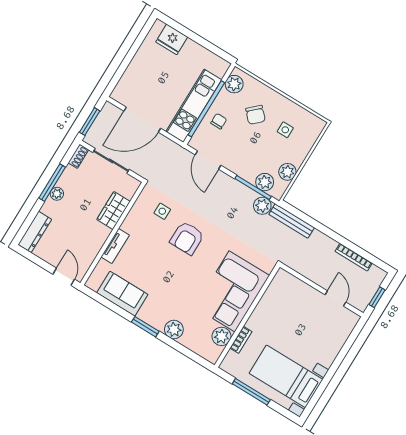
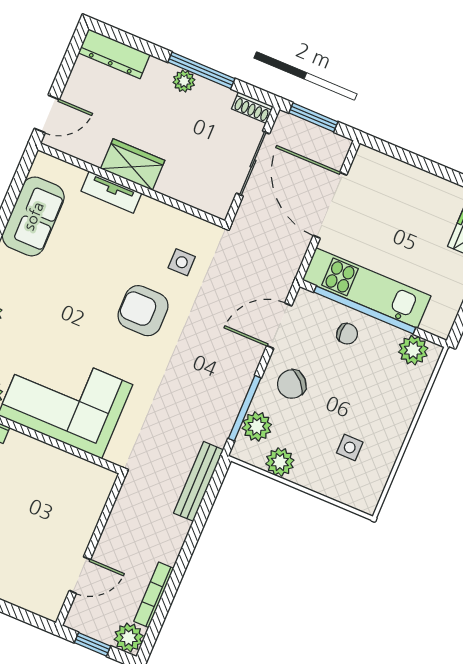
chair: (255, 115) -> (292, 384), moved
plant: (262, 206) -> (129, 638), moved
wardrobe: (114, 210) -> (133, 165), moved

